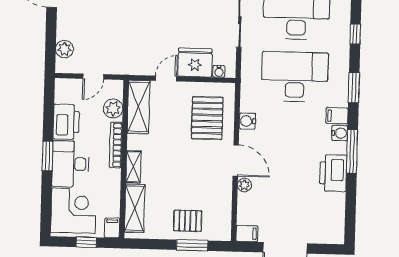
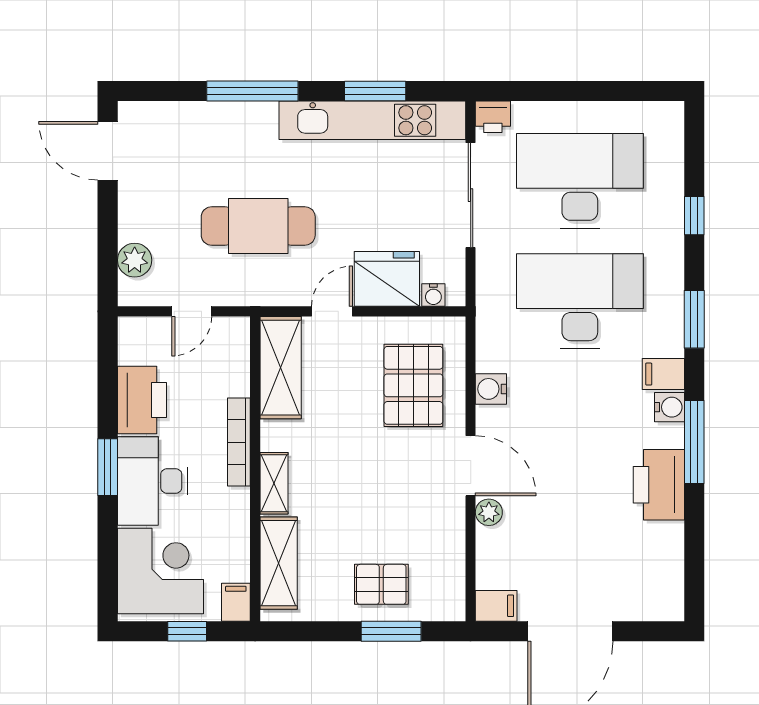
cafe table: (129, 33) -> (258, 226), added
plant: (113, 108) -> (232, 372), removed

